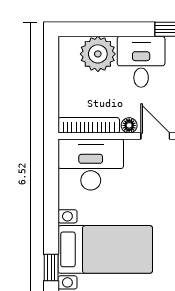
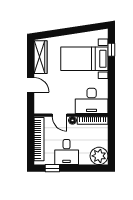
plant: (98, 54) -> (99, 156), moved

